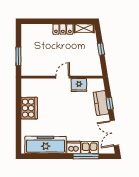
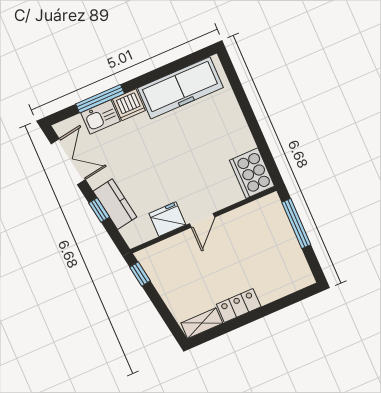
window: (101, 49) -> (140, 274), moved
window: (18, 56) -> (296, 223), width x1.44
cooker: (29, 108) -> (252, 173), moved

